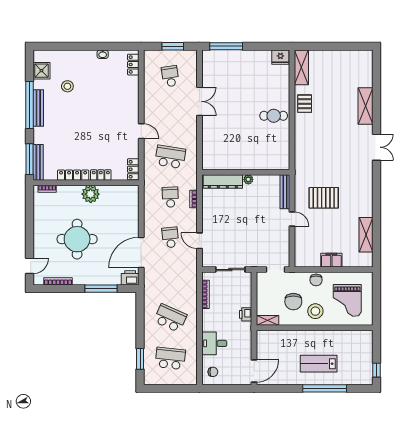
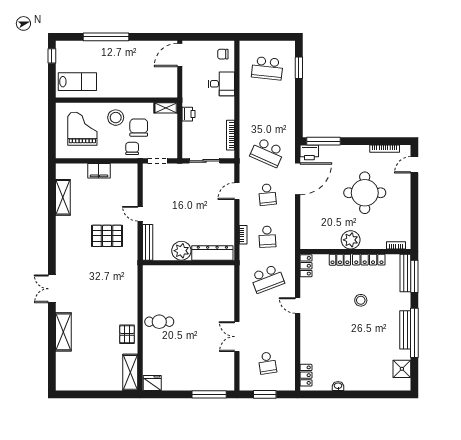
stool: (67, 86) -> (361, 300), moved
school desk: (170, 157) -> (267, 279), turned -30
plant: (248, 179) -> (181, 251), width x1.87, depth x1.87
door: (199, 241) -> (237, 191), swing flipped
chair: (316, 280) -> (132, 148), moved
window: (101, 289) -> (323, 141), moved
school desk: (170, 318) -> (267, 152), moved
lab bench: (319, 364) -> (77, 82), moved

